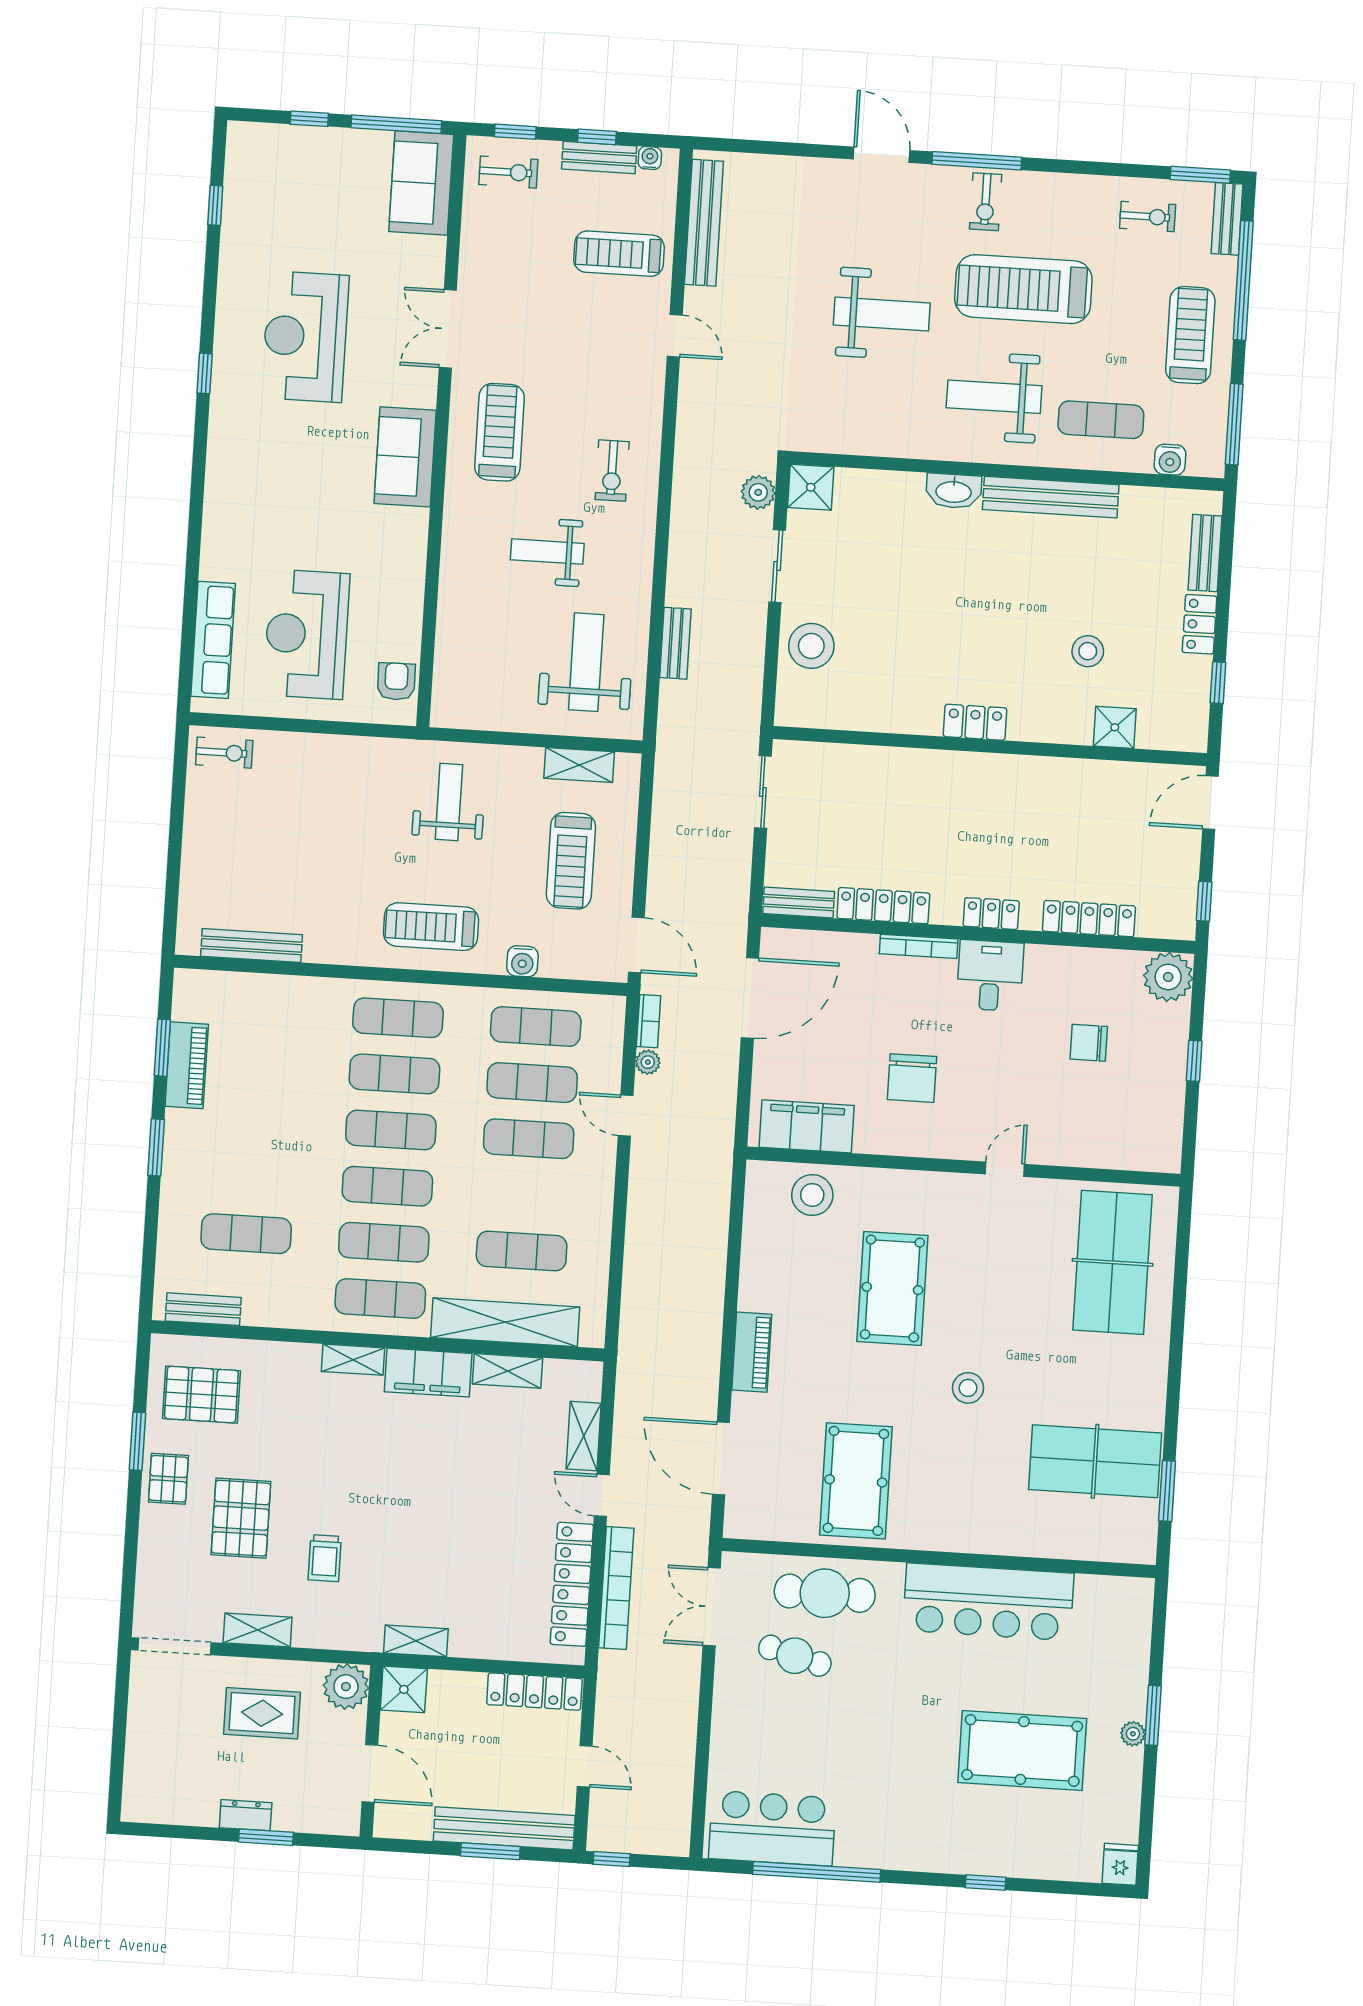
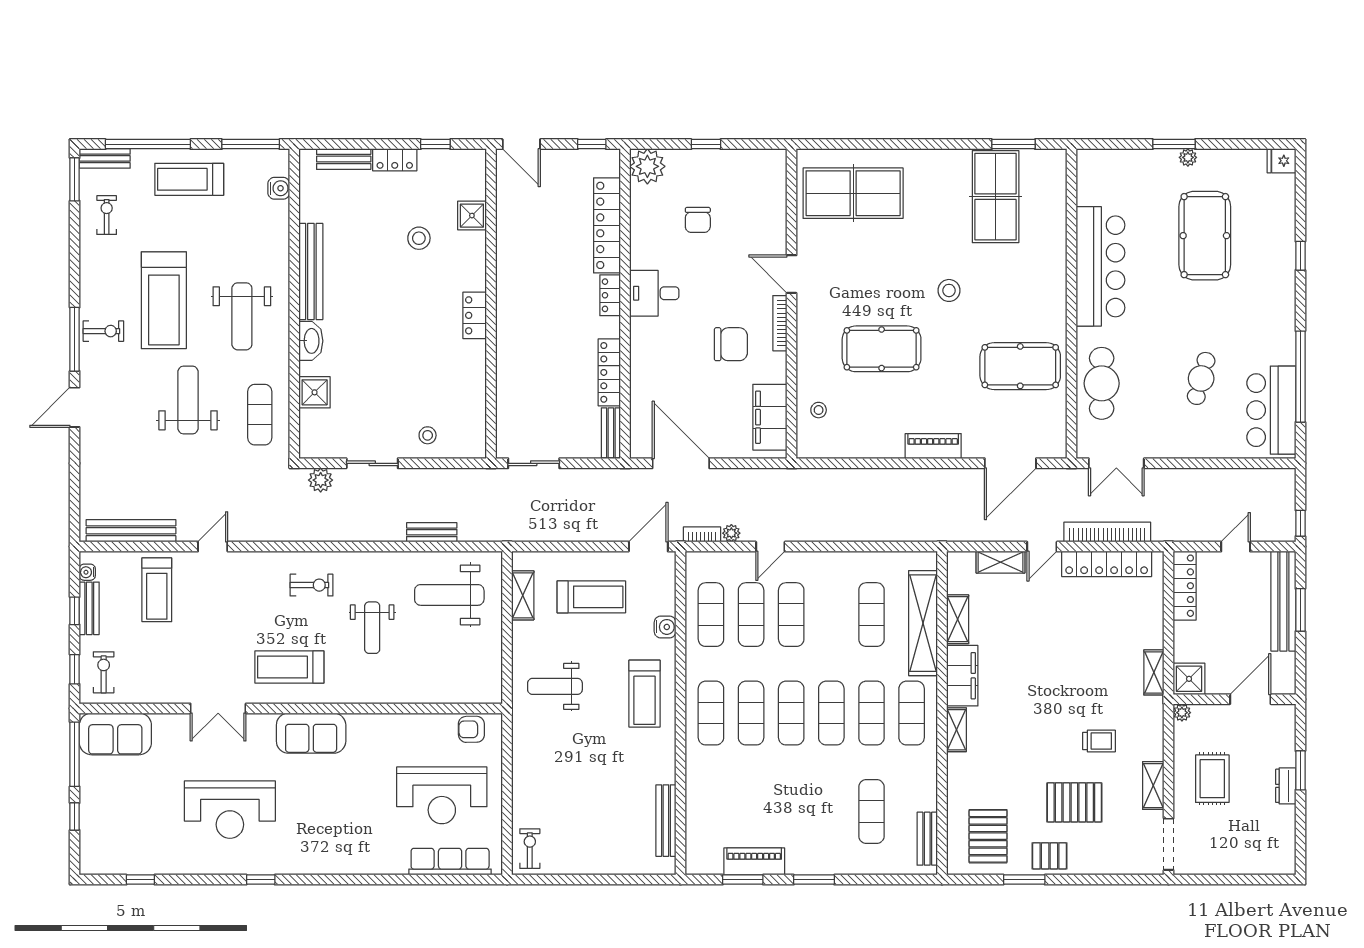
exercise mat: (1101, 420) -> (260, 415), moved
shower: (811, 487) -> (315, 392), moved
stool: (811, 646) -> (428, 435), width x0.53, depth x0.53
locker: (1089, 919) -> (607, 225), width x1.41, depth x1.21
bookcase: (919, 946) -> (780, 323), moved, turned 180
door: (1005, 1169) -> (792, 274), width x1.38
stool: (812, 1195) -> (819, 410), width x0.53, depth x0.53
cafe table: (795, 1656) -> (1201, 378), moved
plant: (346, 1687) -> (1182, 713), width x0.53, depth x0.53

